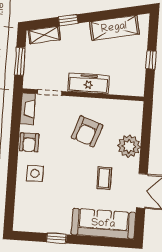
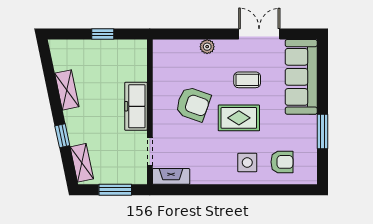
shelving: (114, 28) -> (67, 90), width x0.67, depth x0.75
armchair: (29, 142) -> (282, 162), moved
plant: (129, 146) -> (207, 47), width x0.53, depth x0.53
rug: (73, 169) -> (239, 118), added
window: (56, 238) -> (323, 131), width x1.50

